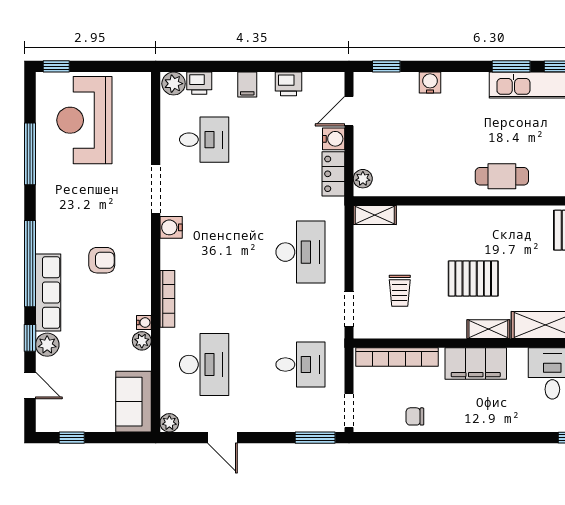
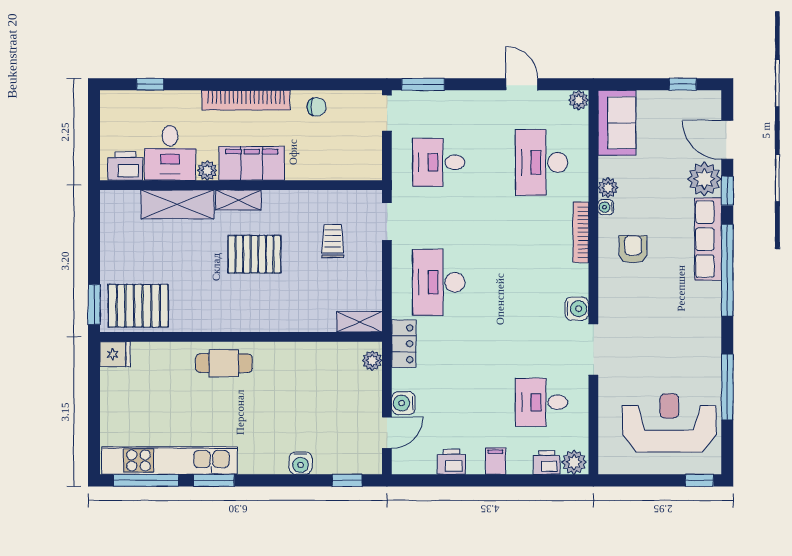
reception desk: (84, 120) -> (669, 423), turned -90
locker: (333, 174) -> (404, 344), moved
armchair: (102, 260) -> (633, 249), moved, turned 90
plant: (47, 345) -> (704, 179), width x1.36, depth x1.36
bookcase: (397, 357) -> (246, 100), moved, turned 180
plant: (517, 357) -> (207, 170), added
door: (30, 386) -> (727, 140), width x1.38

